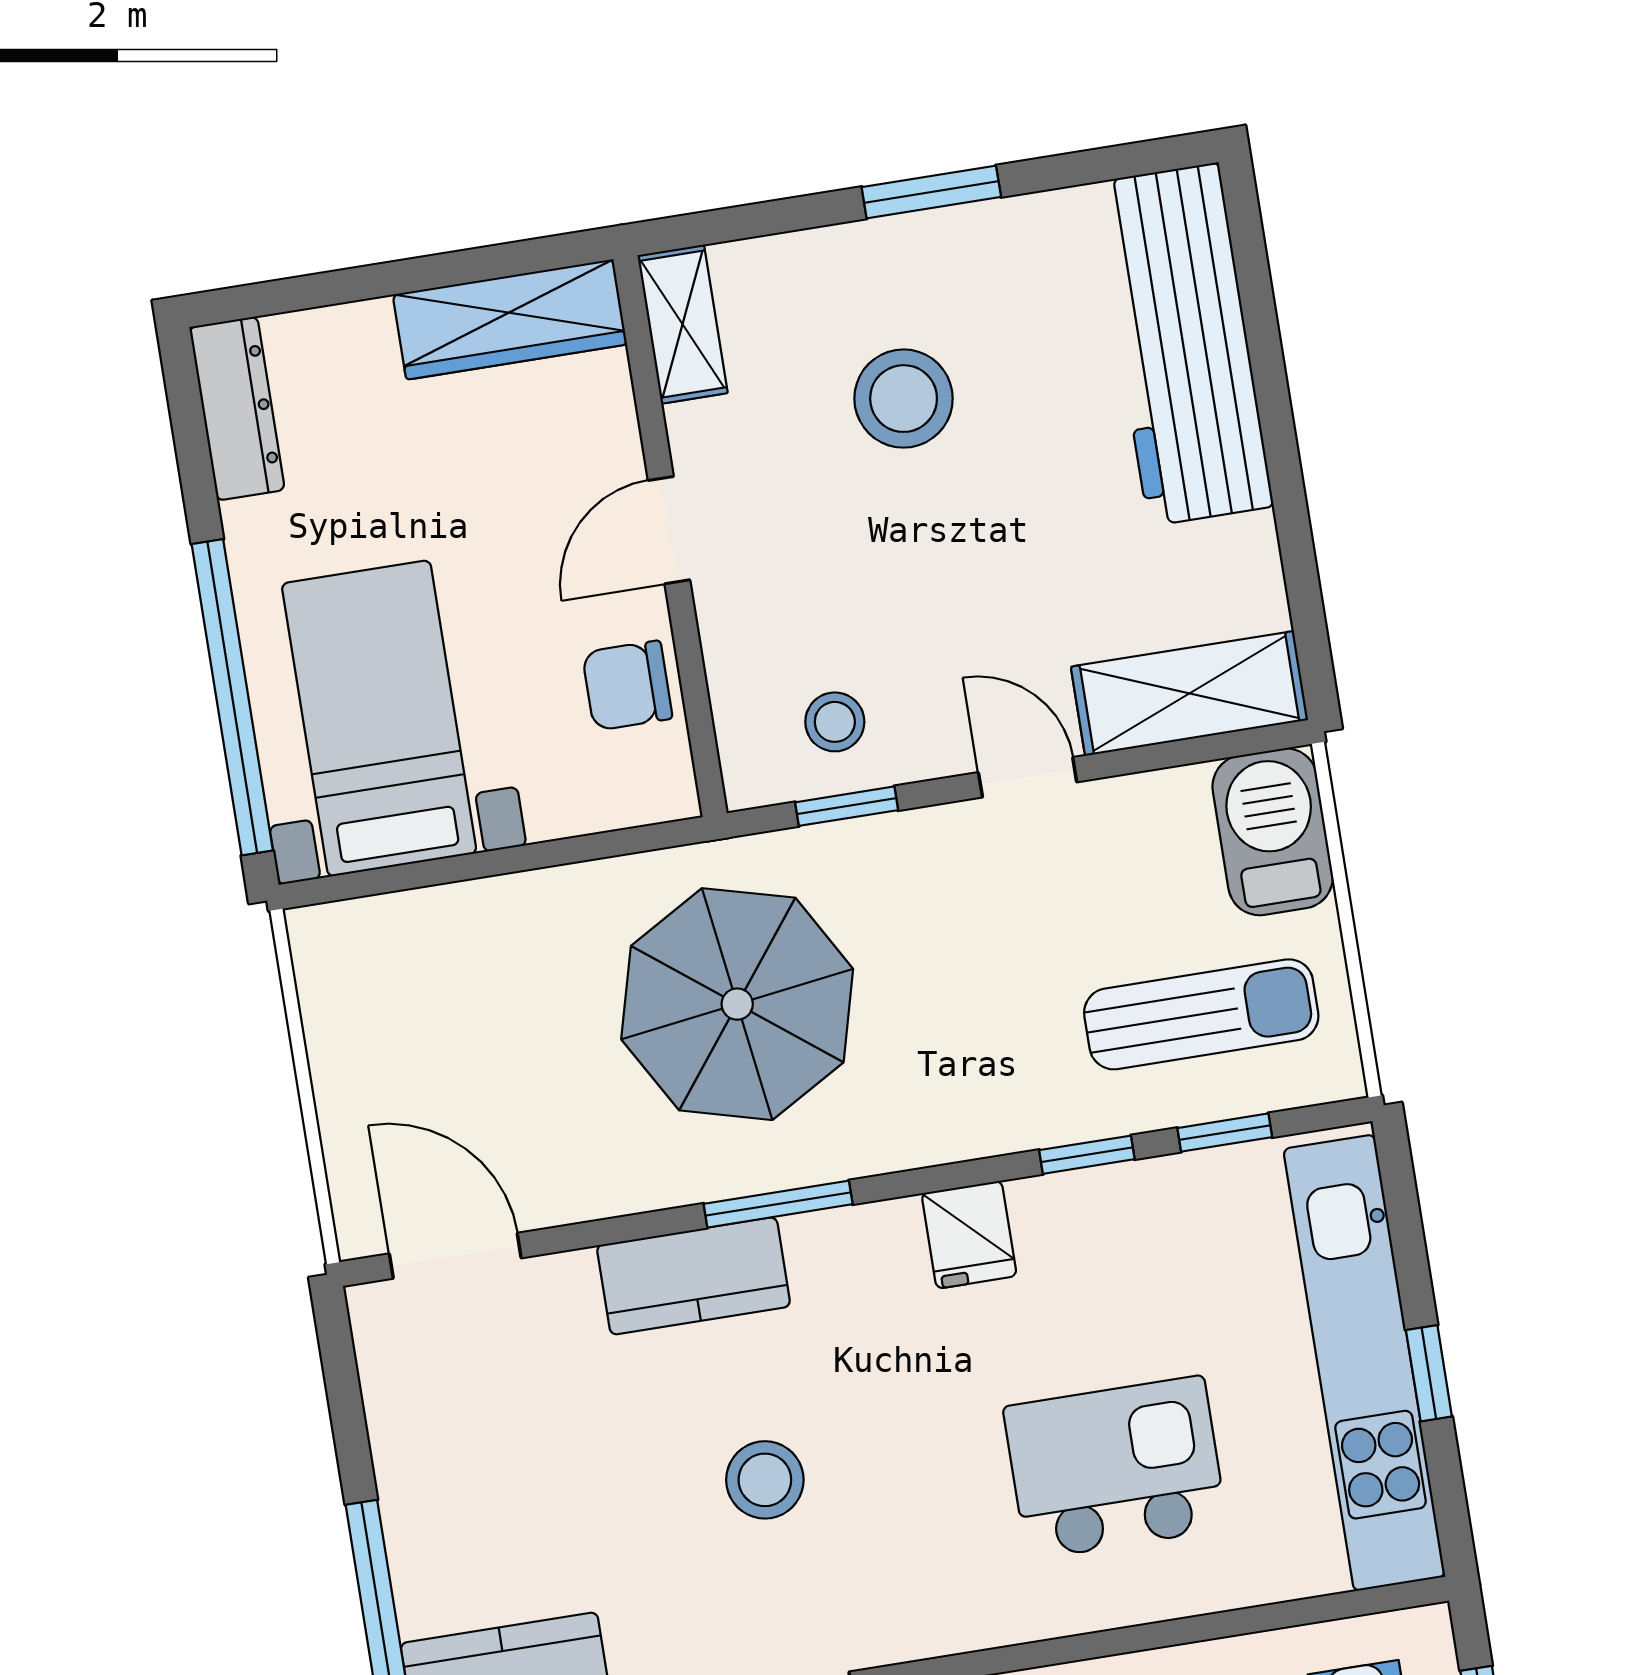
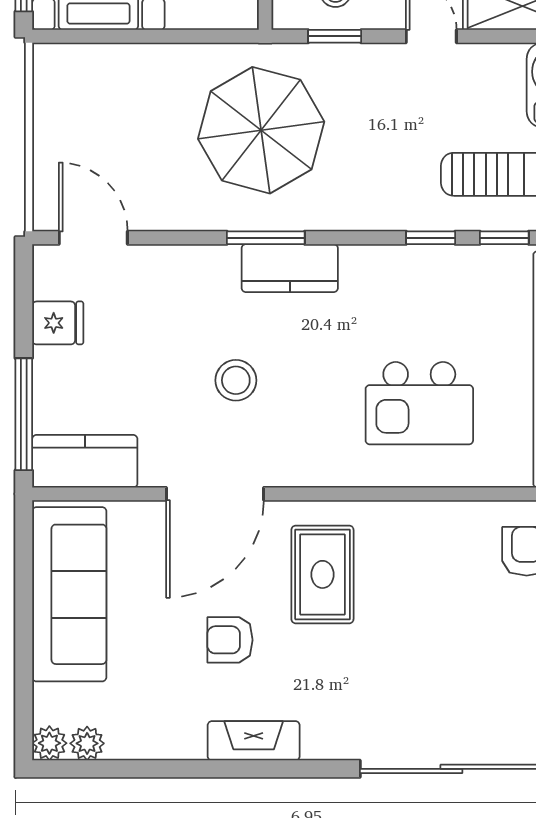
fridge: (969, 1235) -> (58, 323), moved, turned -90
kitchen counter: (694, 1276) -> (290, 268), moved
kitchen island: (1115, 1468) -> (419, 403), turned 180

